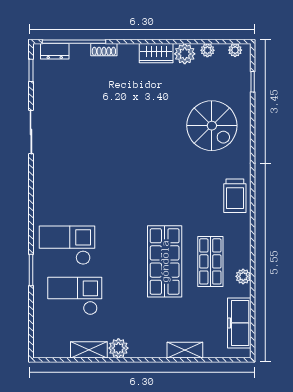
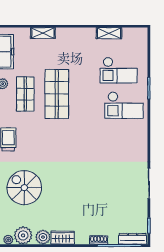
plant: (207, 50) -> (23, 235), width x1.87, depth x1.87
dresser: (55, 51) -> (133, 239), width x1.44
plant: (118, 348) -> (89, 34), removed

